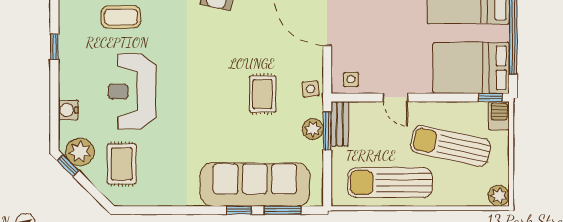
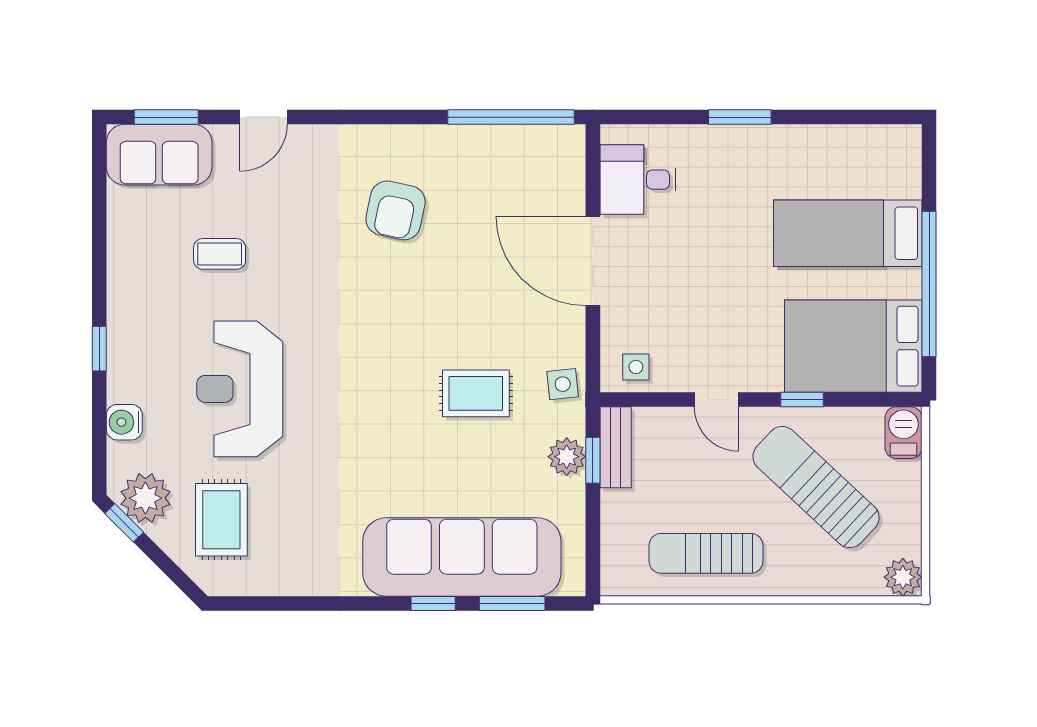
coffee table: (121, 17) -> (220, 254), width x0.73, depth x0.77
window: (54, 47) -> (99, 349), moved
rug: (262, 94) -> (476, 393), turned 90
window: (490, 97) -> (802, 400), moved
window: (327, 131) -> (593, 460), width x0.67
sun lounger: (451, 146) -> (816, 487), turned 31
sun lounger: (390, 183) -> (706, 553), width x0.73, depth x0.75

